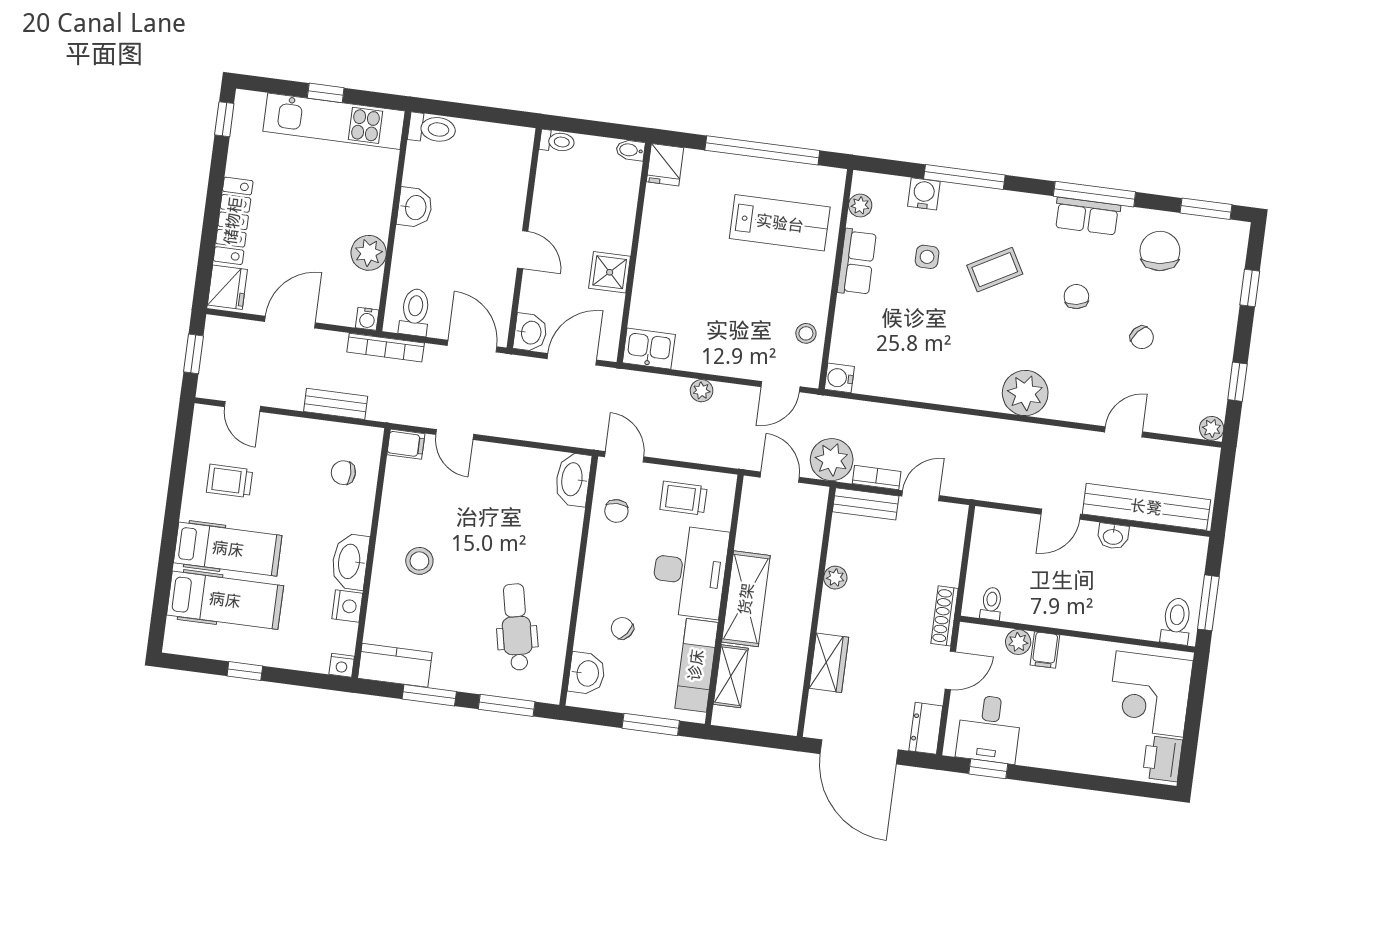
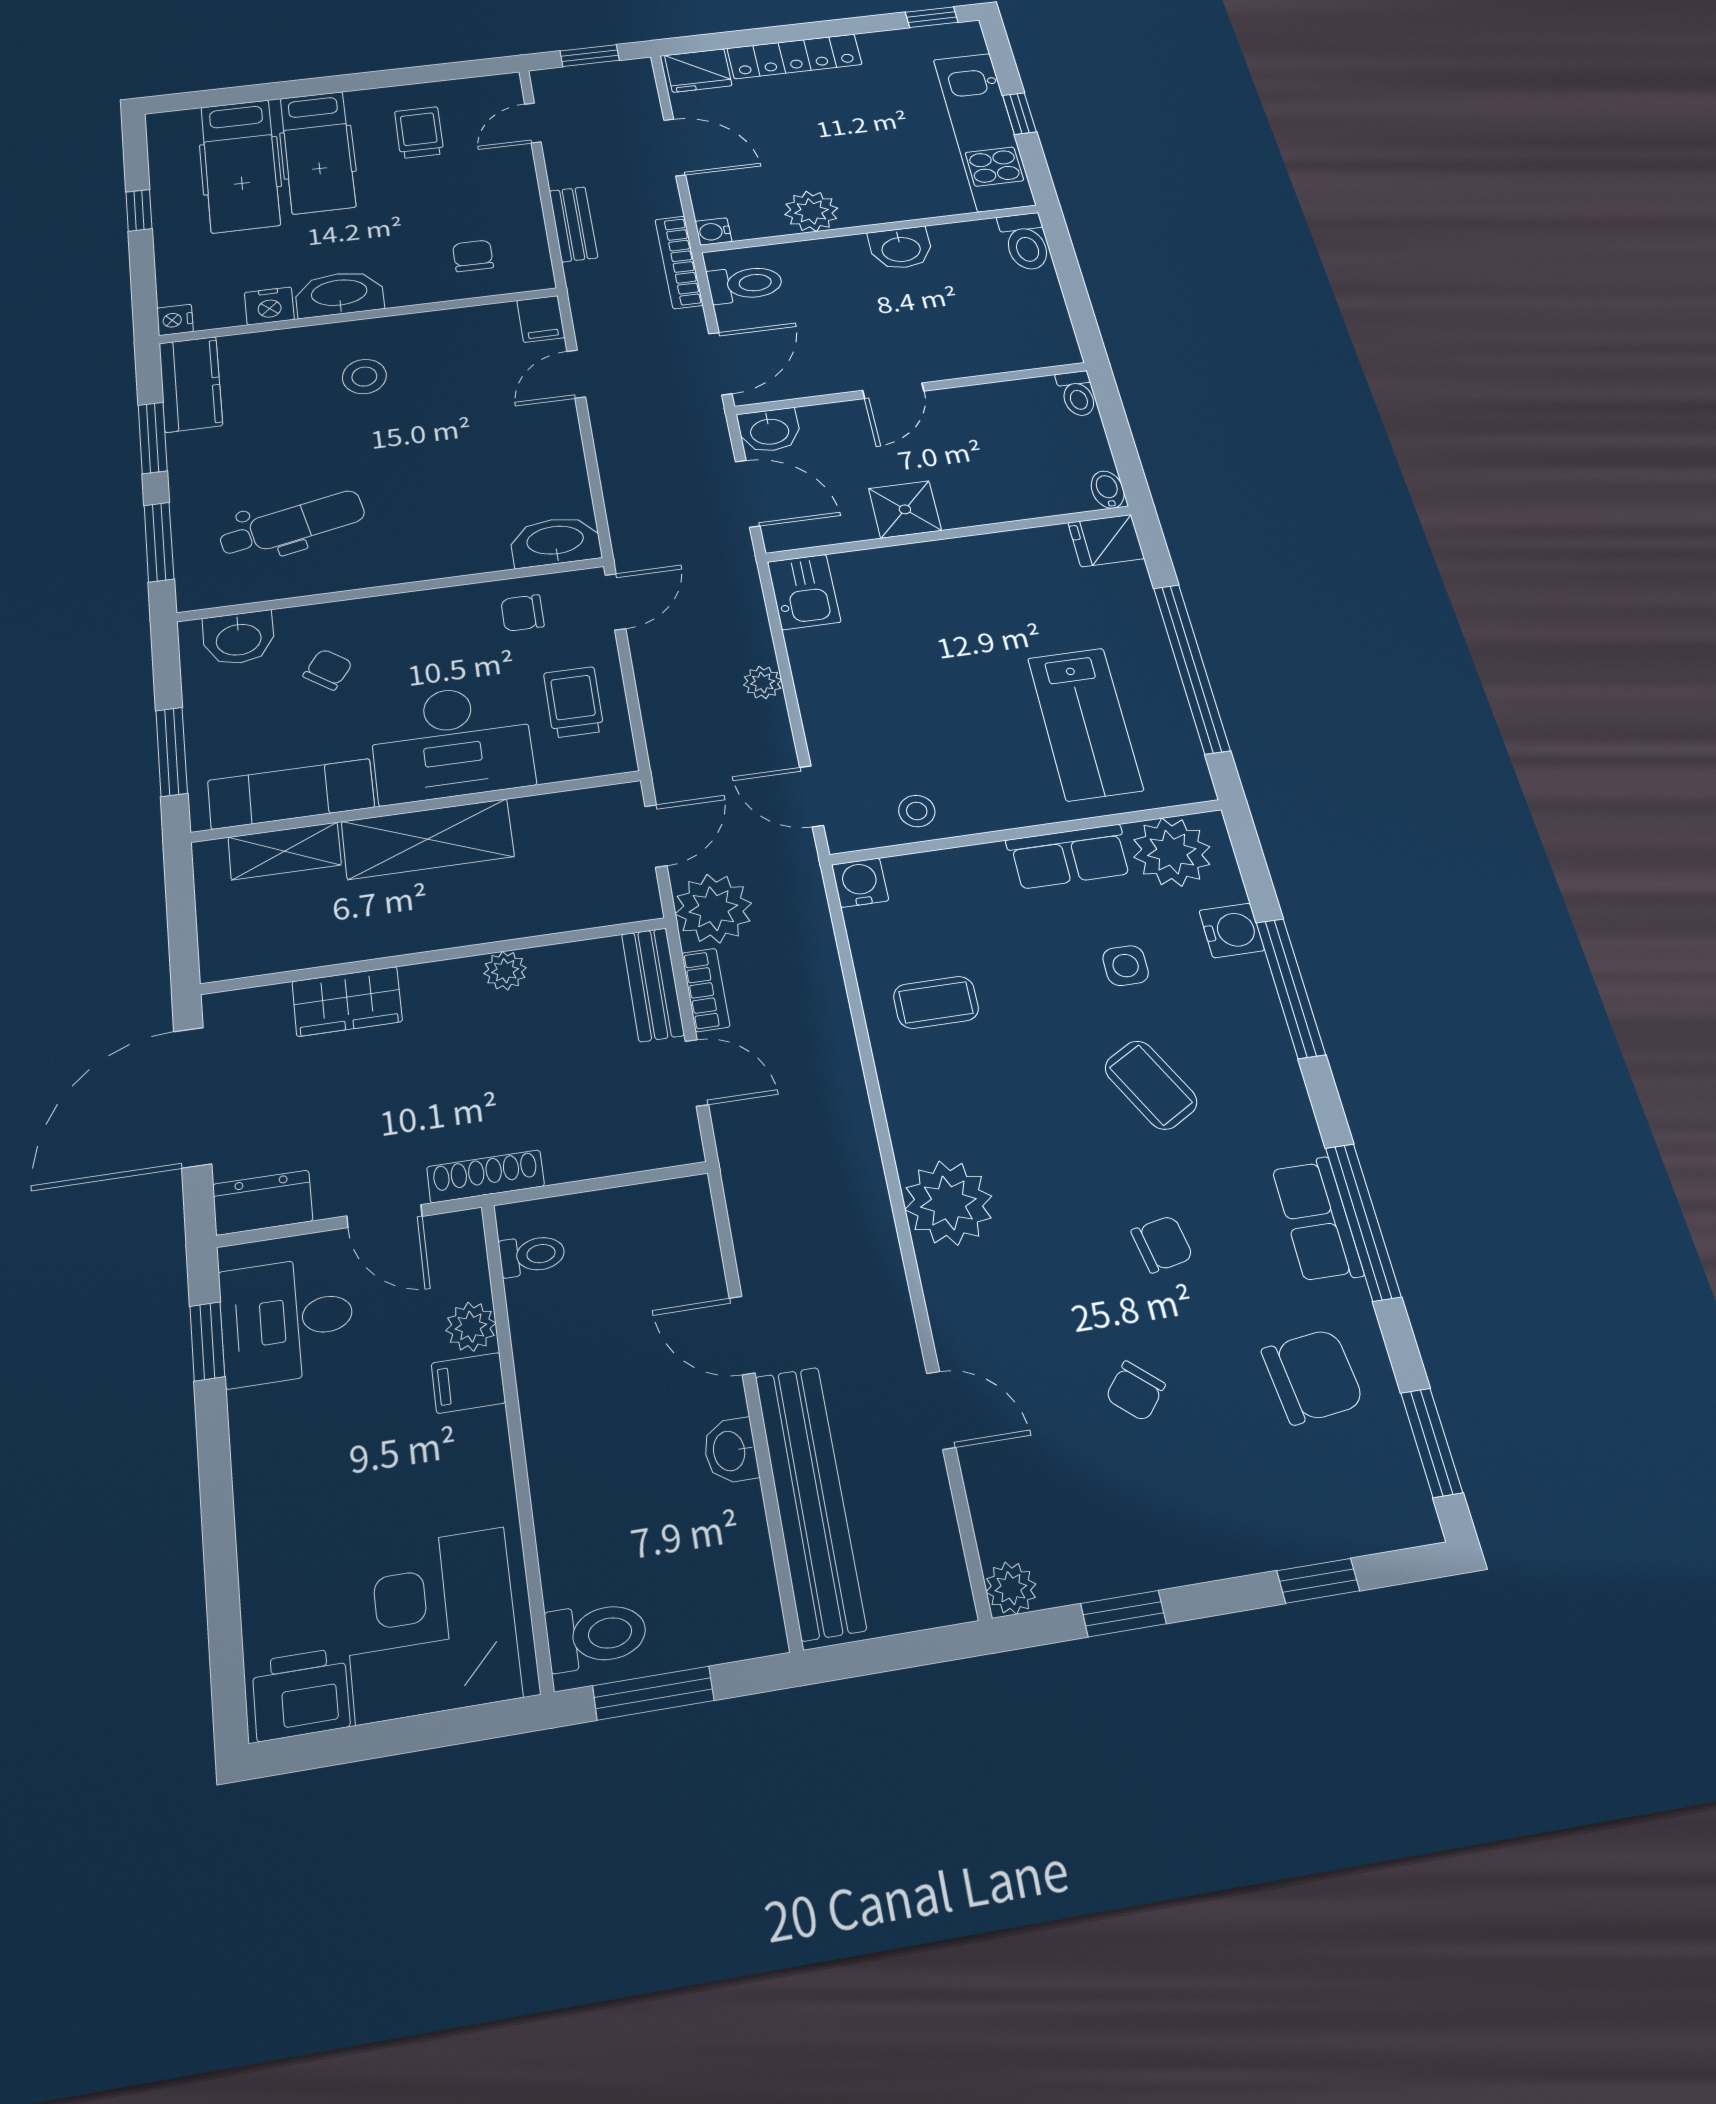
plant: (860, 205) -> (1172, 852), width x1.88, depth x1.88
coffee table: (918, 362) -> (936, 1002), added

